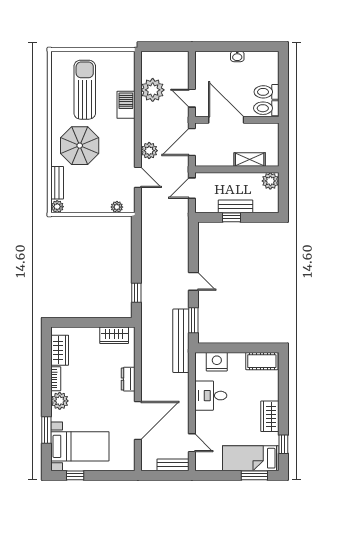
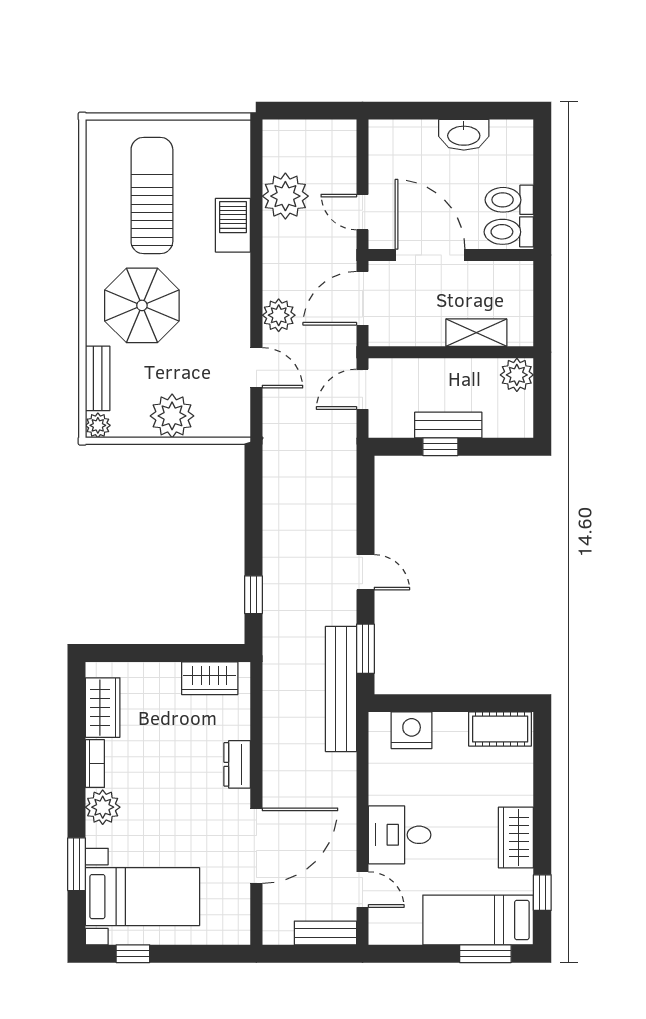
washbasin: (237, 56) -> (464, 135), width x1.91, depth x1.45
plant: (117, 207) -> (172, 416), moved, width x1.88, depth x1.88
desk: (211, 396) -> (400, 835), moved

